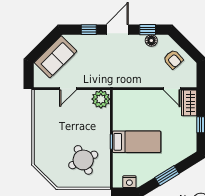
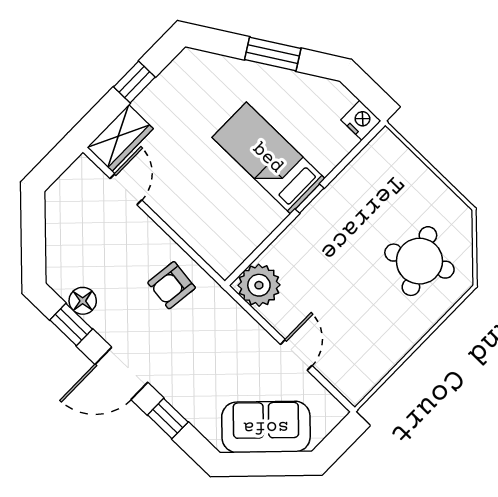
armchair: (173, 59) -> (172, 285), moved, turned -131
door: (68, 89) -> (296, 355), hinge flipped
round table: (83, 160) -> (419, 261), moved
nightstand: (129, 182) -> (361, 120), moved

